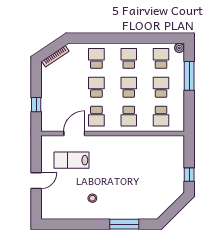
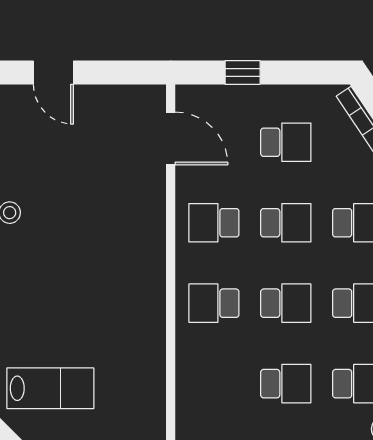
school desk: (161, 116) -> (286, 142), moved, turned 180
door: (74, 134) -> (171, 138), moved
lab bench: (71, 160) -> (50, 388), moved, turned 90

